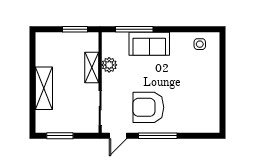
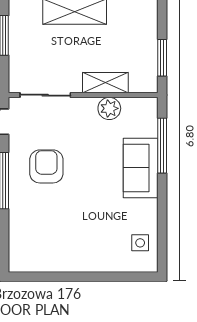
armchair: (148, 107) -> (46, 166), width x0.73, depth x0.73

